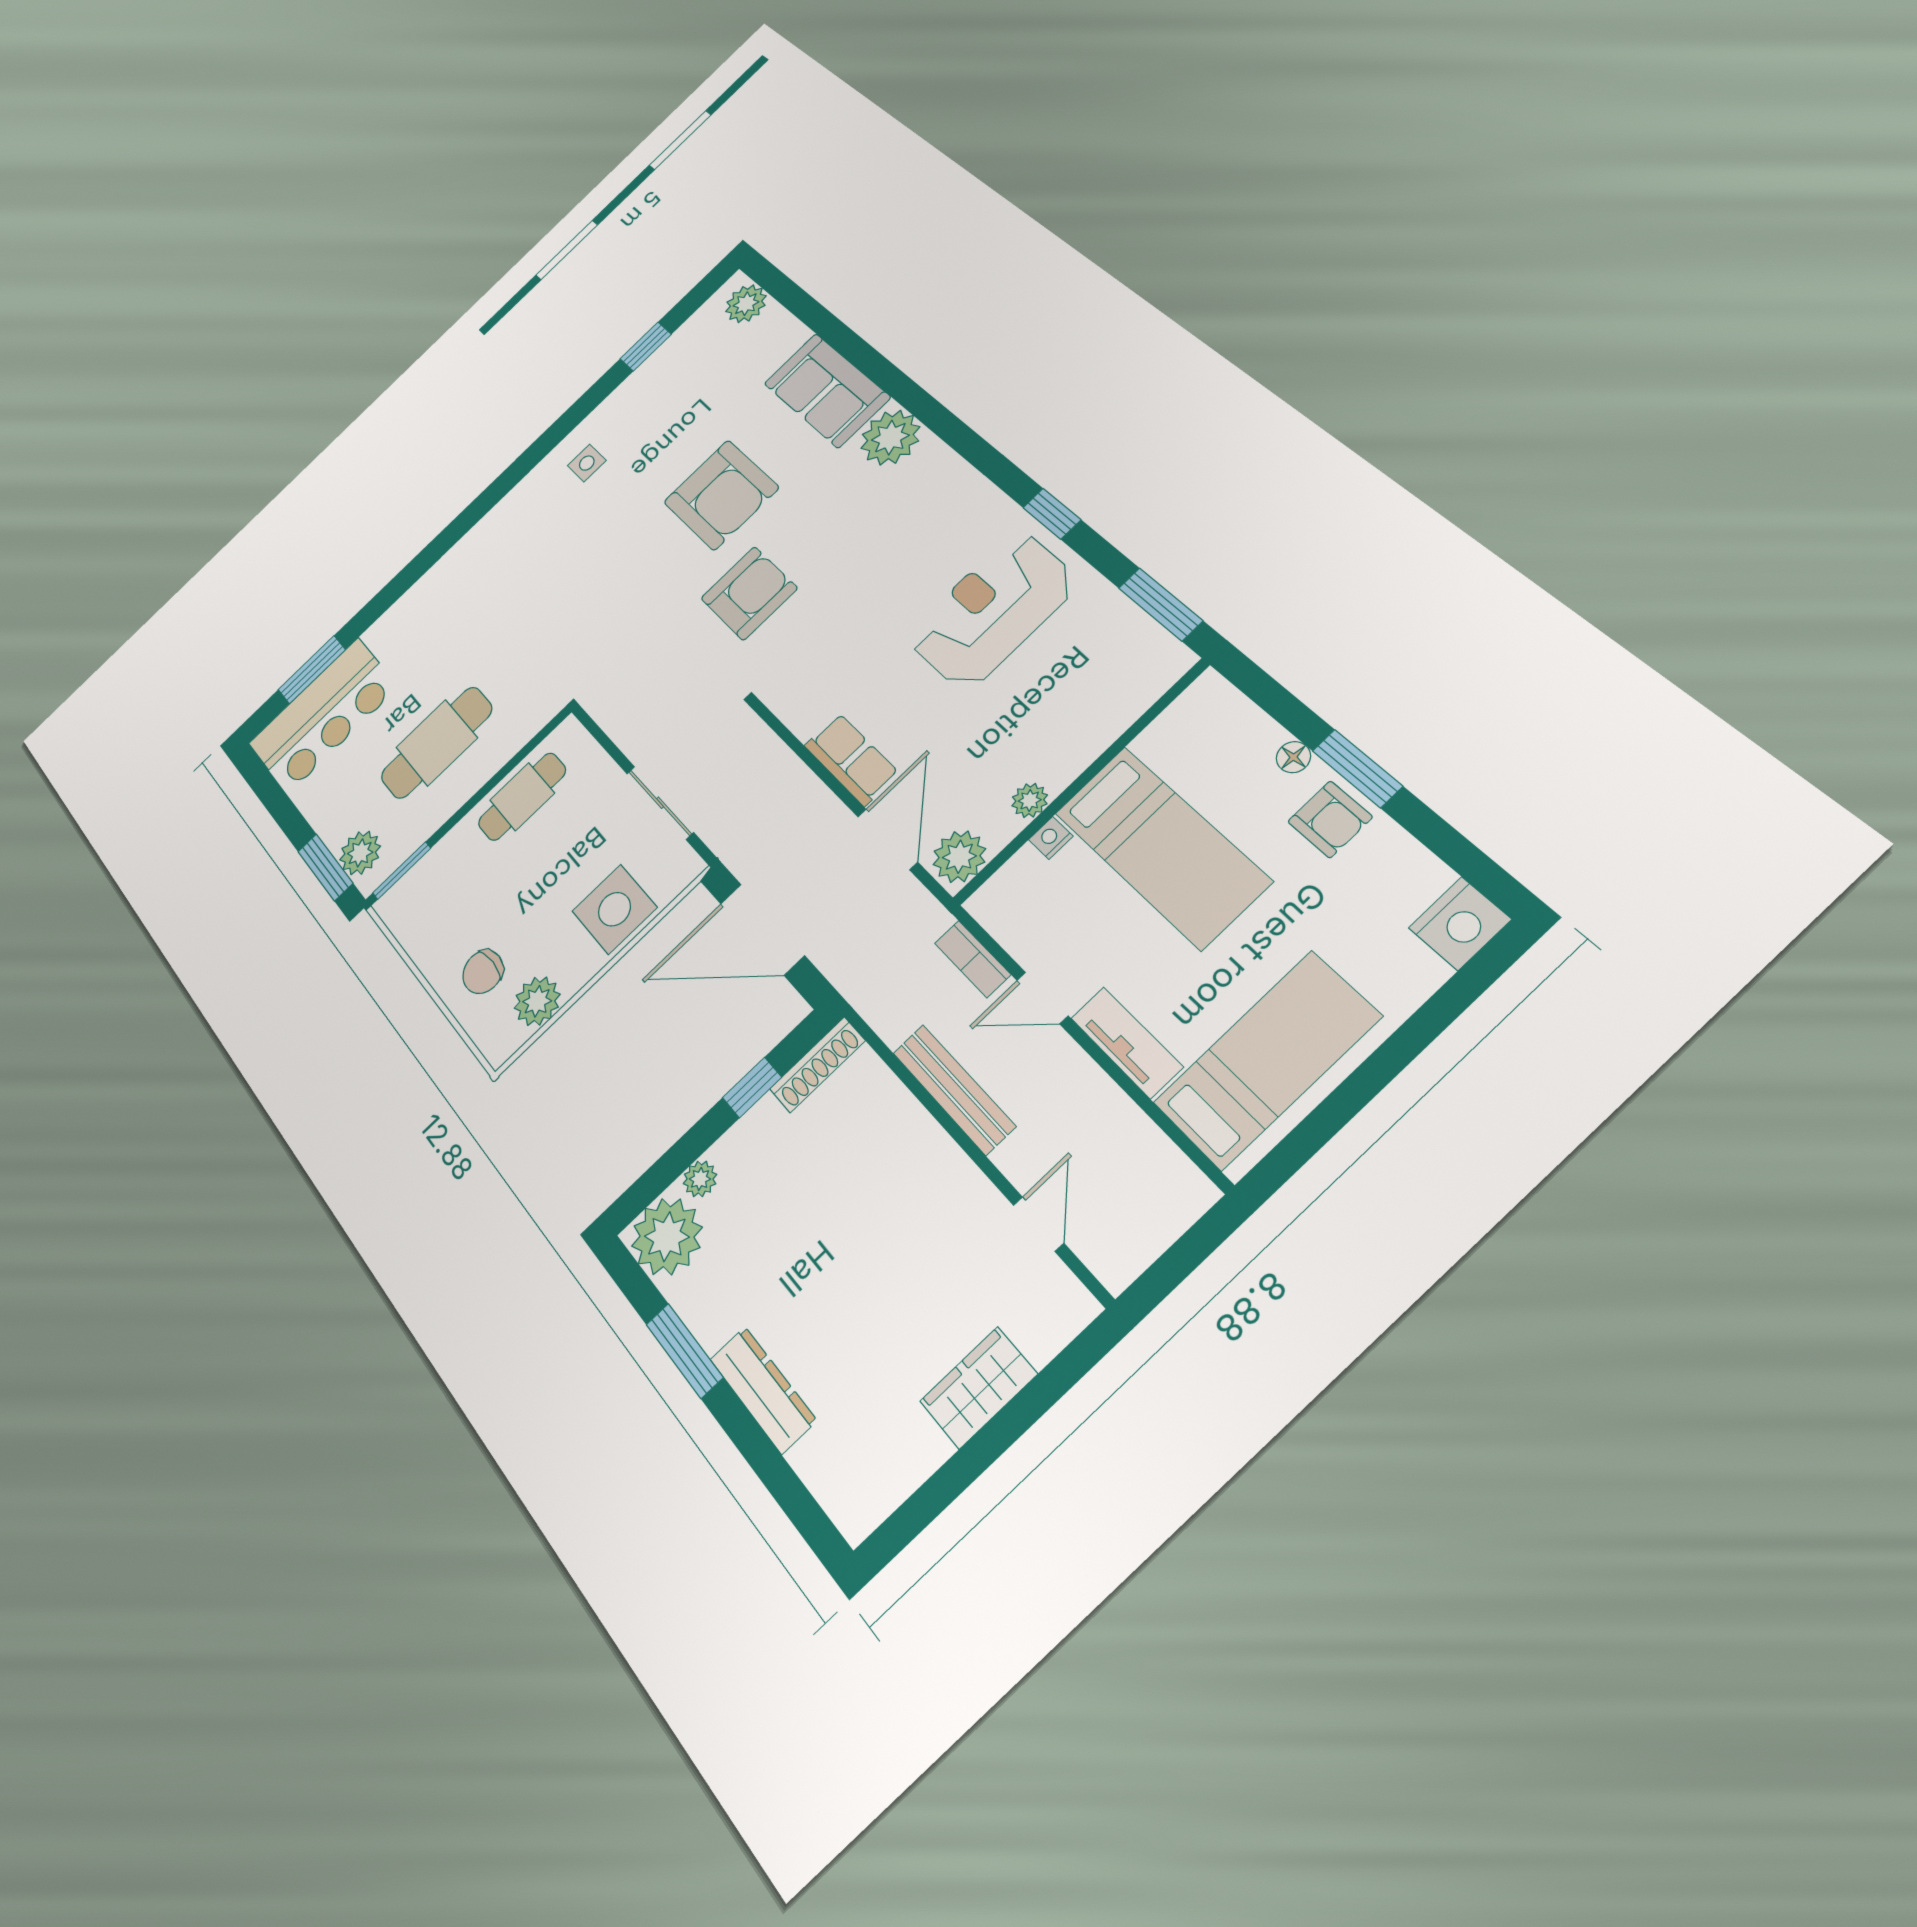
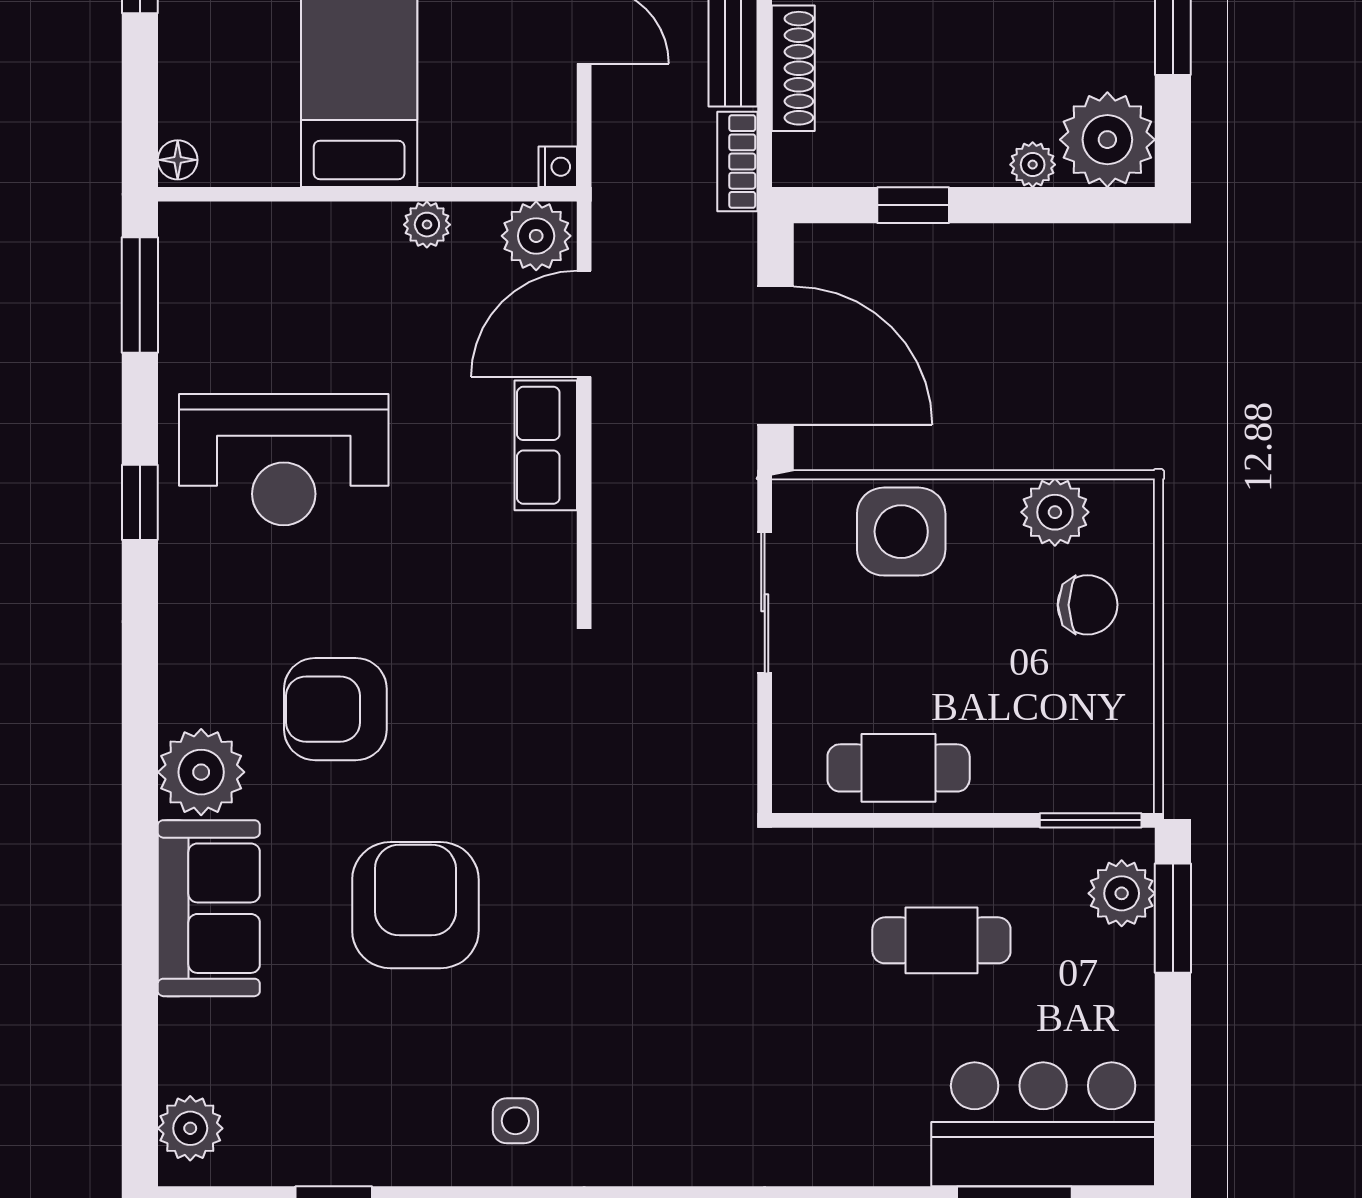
armchair: (749, 593) -> (335, 709), moved
cafe table: (437, 743) -> (941, 940), width x0.73, depth x0.74
floor lamp: (1293, 757) -> (178, 160), moved
nightstand: (1051, 838) -> (558, 167), moved, turned -90
bookcase: (973, 959) -> (737, 162), moved, turned 180
shoe rack: (817, 1065) -> (793, 68), moved, turned 90

